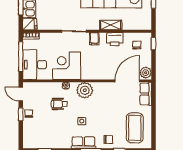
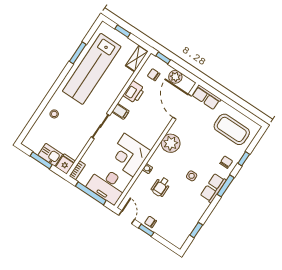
shelving: (111, 25) -> (137, 58), moved
plant: (146, 73) -> (175, 77), moved
plant: (85, 90) -> (171, 143), moved
door: (21, 94) -> (127, 217), swing flipped

